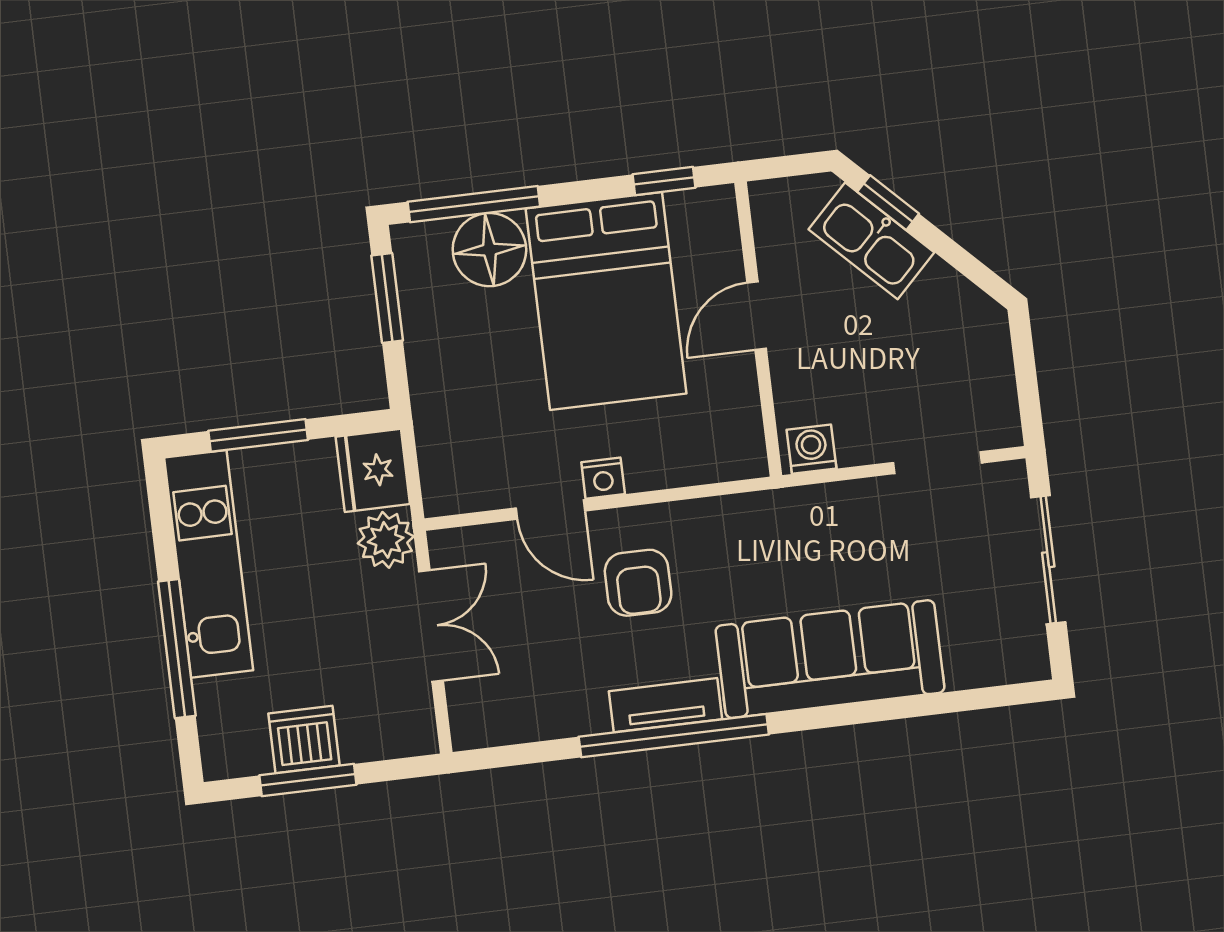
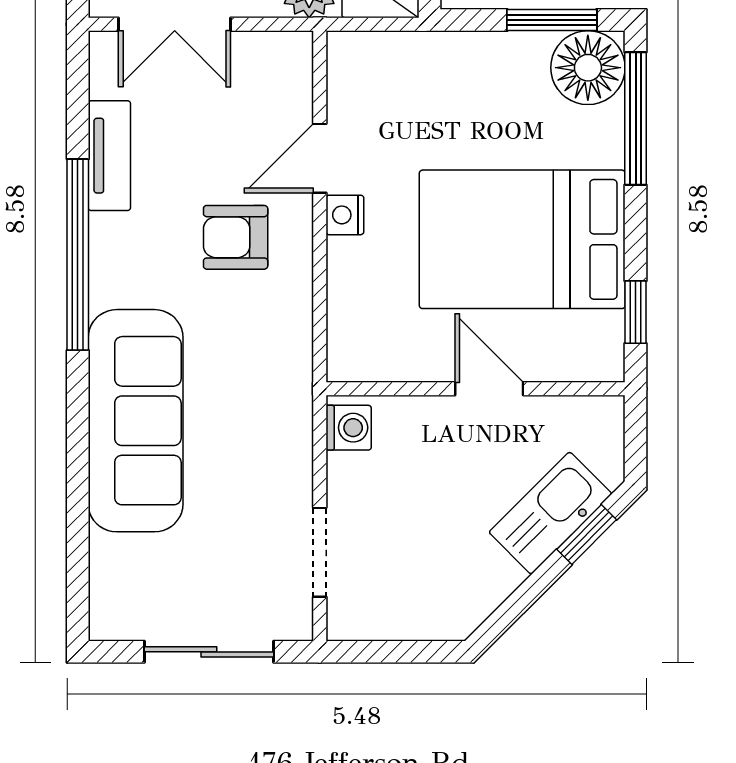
floor lamp: (489, 250) -> (588, 68), moved
double door: (431, 626) -> (175, 24), moved
tv unit: (666, 705) -> (109, 156), moved

